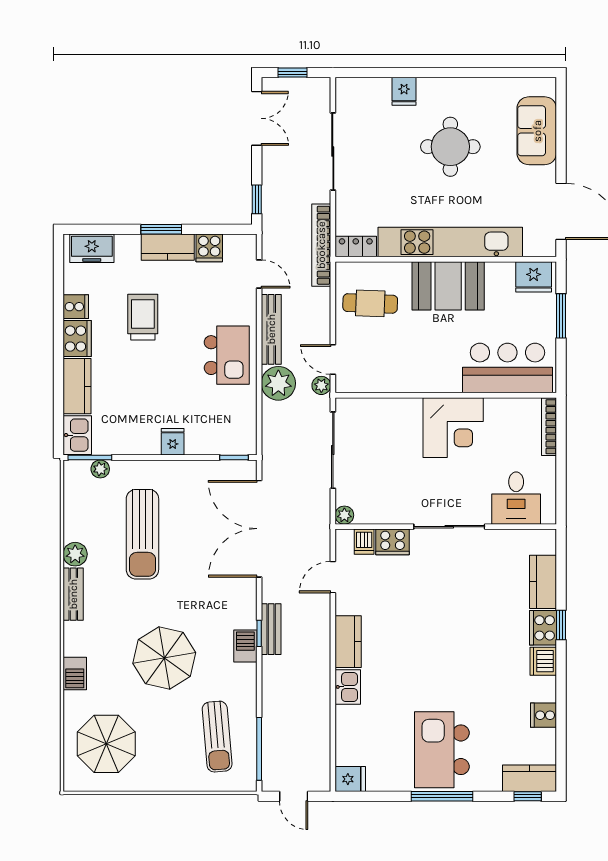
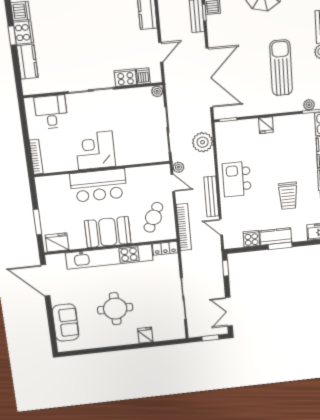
bookcase: (321, 245) -> (184, 227), moved
cafe table: (370, 303) -> (153, 217), turned -67
bar counter: (507, 368) -> (99, 185), moved
plant: (278, 383) -> (203, 142), moved

